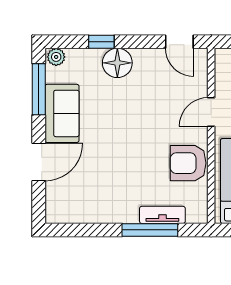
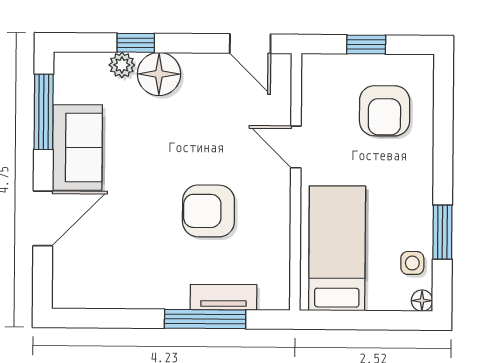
plant: (56, 57) -> (122, 65), moved
door: (211, 112) -> (296, 147), hinge flipped
armchair: (188, 163) -> (208, 211), moved

